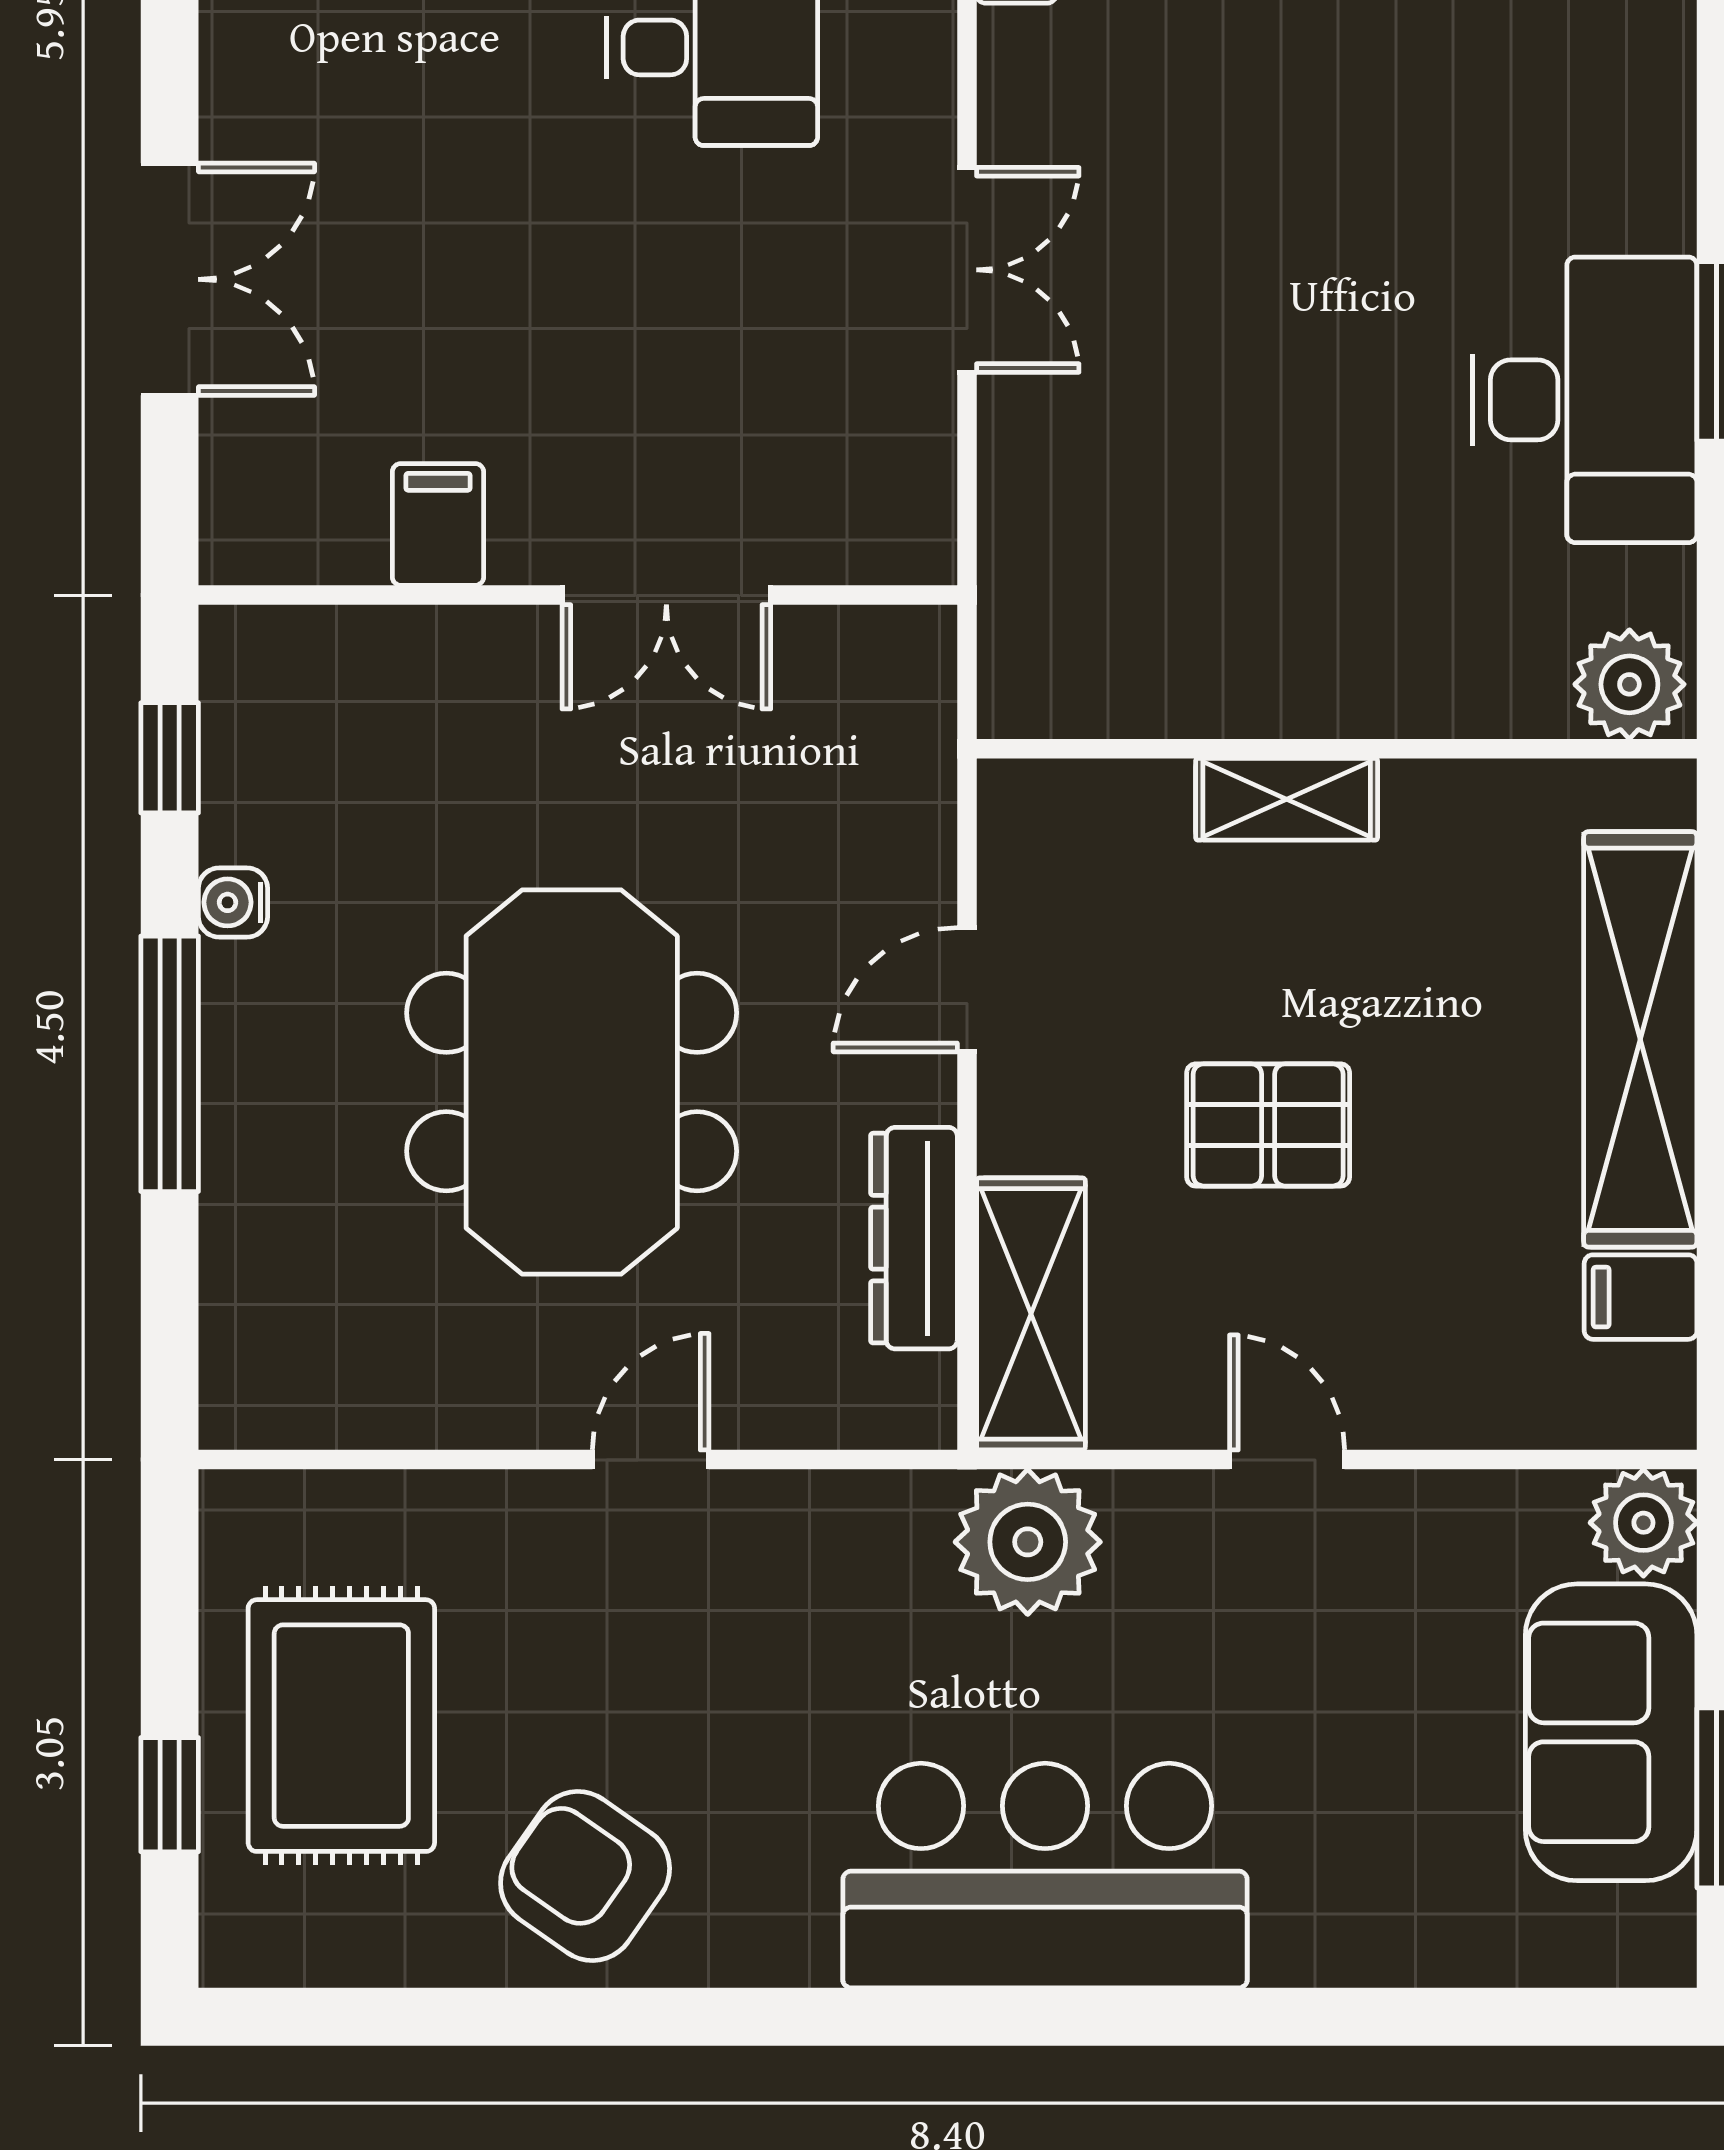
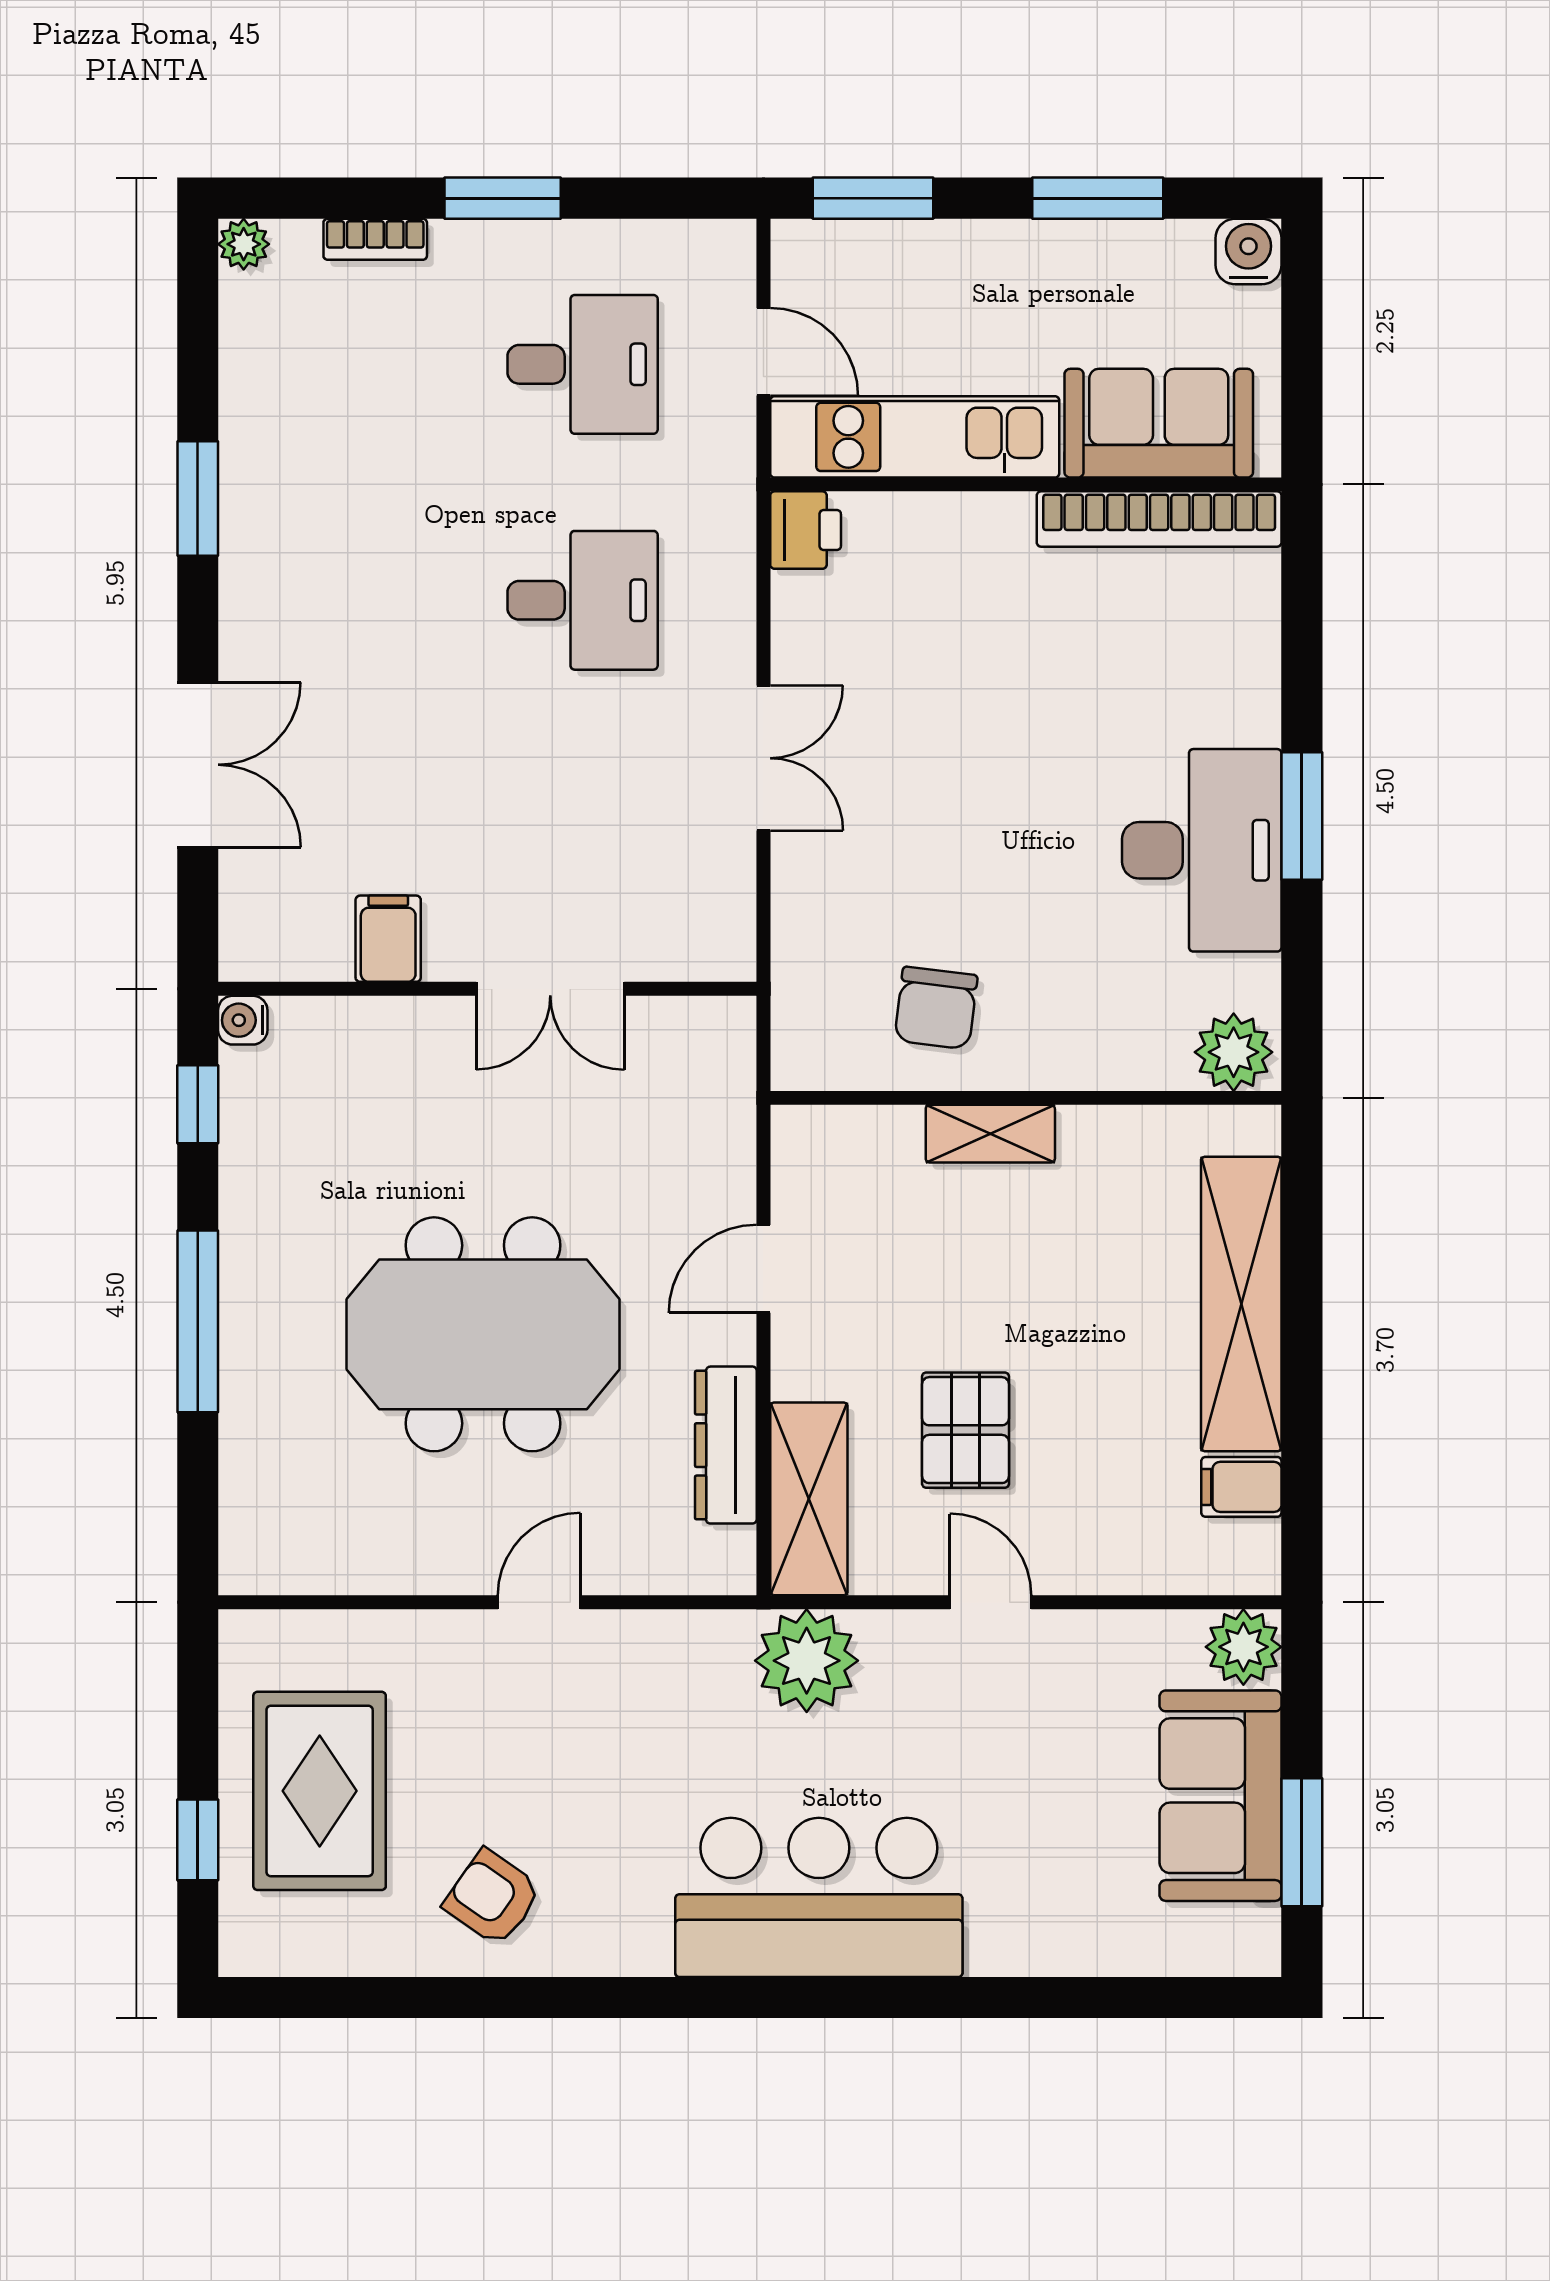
chair: (1210, 622) -> (936, 1008), added
water cooler: (233, 902) -> (243, 1020), moved
meeting table: (572, 1082) -> (483, 1334), turned 90
pallet: (1268, 1125) -> (966, 1430), moved, turned 90
armchair: (585, 1876) -> (493, 1898), width x0.72, depth x0.72

